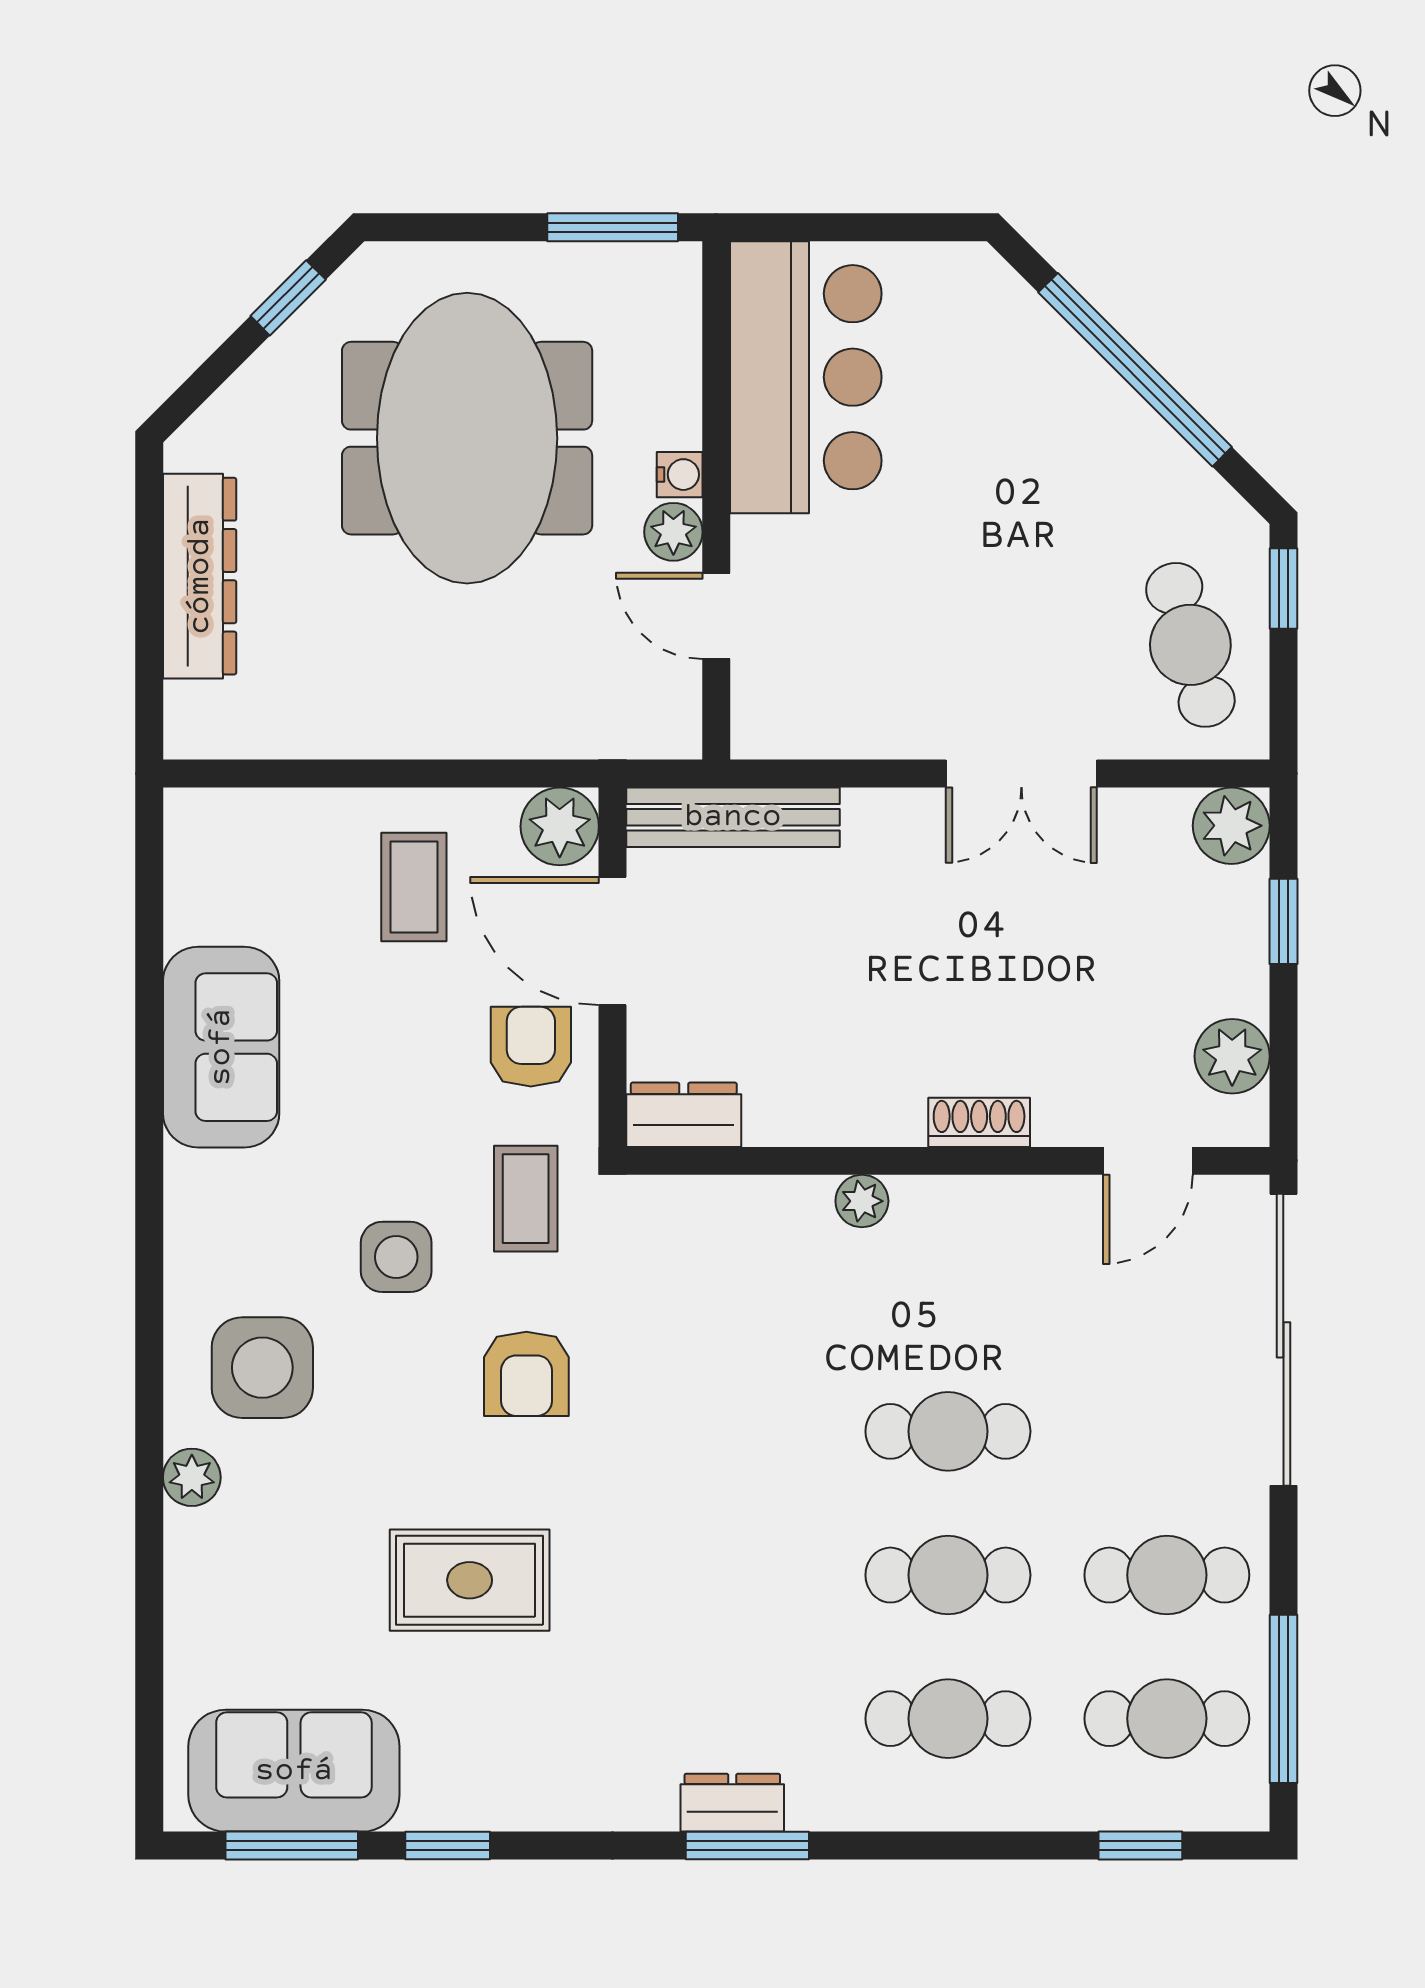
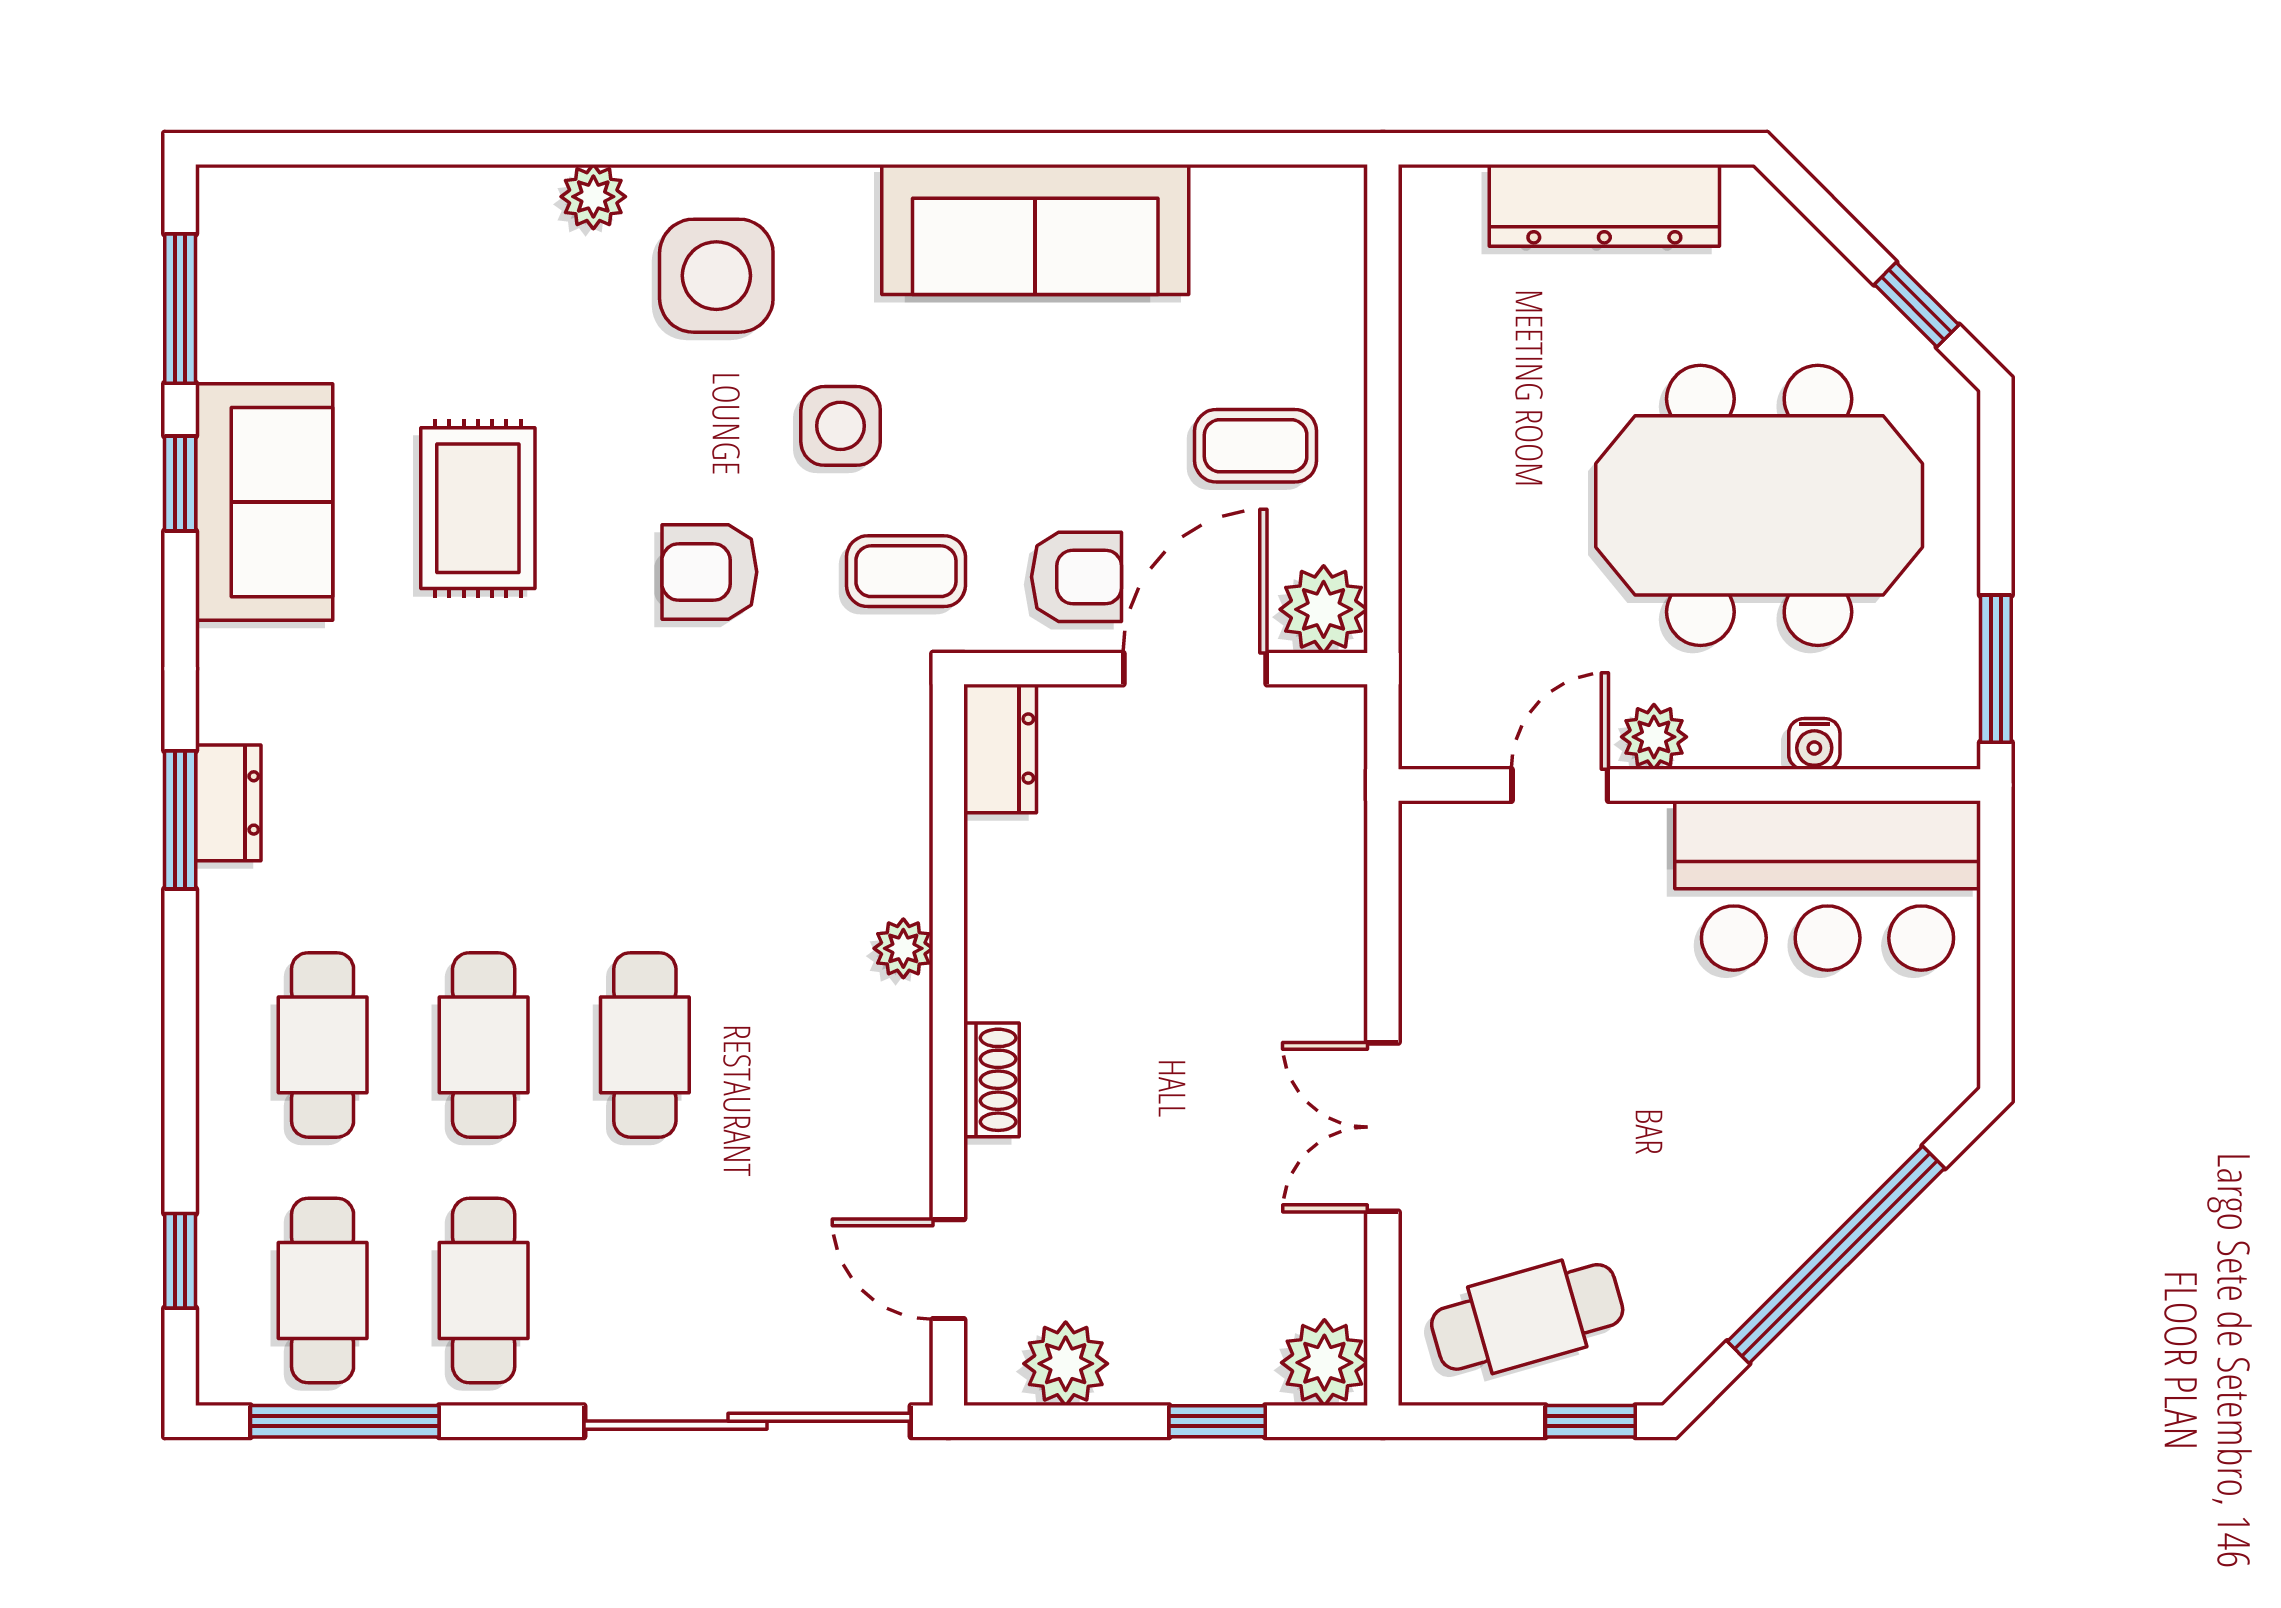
water cooler: (680, 475) -> (1814, 744), moved
bench: (733, 817) -> (1334, 804), removed
sofa: (221, 1047) -> (1035, 229), width x1.36
sofa: (294, 1771) -> (264, 502), moved

